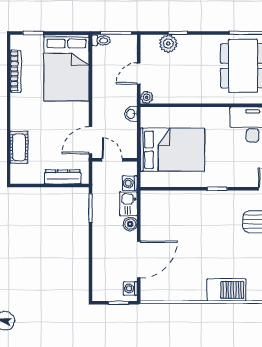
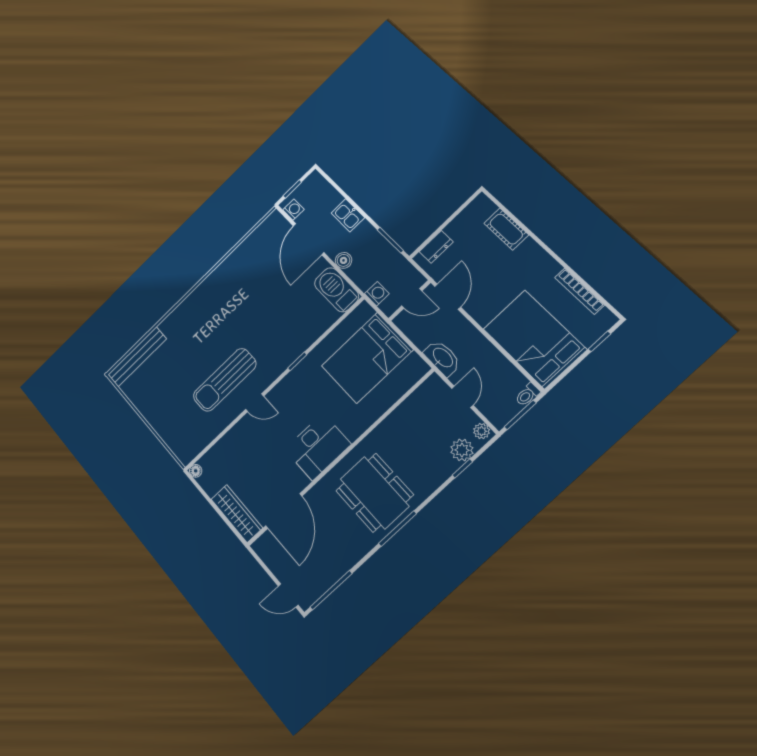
plant: (147, 97) -> (482, 431), moved
washbasin: (131, 114) -> (442, 358), width x1.91, depth x1.45
dresser: (63, 177) -> (436, 247), width x0.70
kitchen sink: (128, 204) -> (348, 215), moved, turned 180
barbecue: (226, 290) -> (337, 290), moved, turned 90

